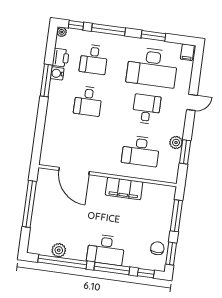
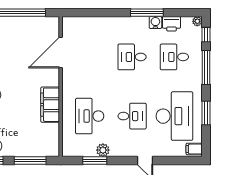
desk: (152, 67) -> (174, 116), turned 180

